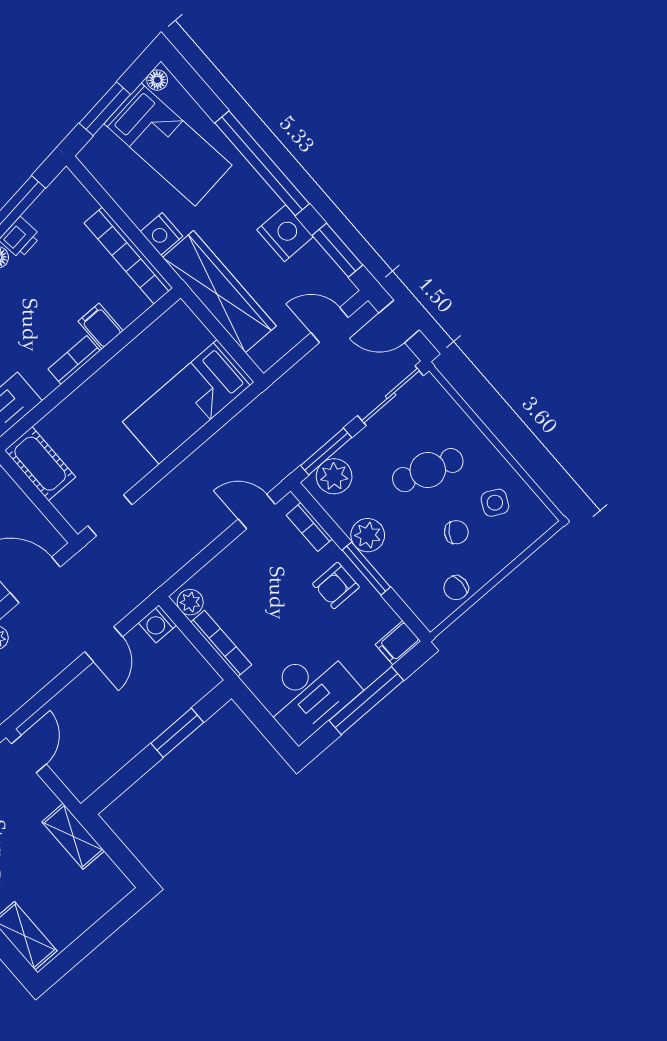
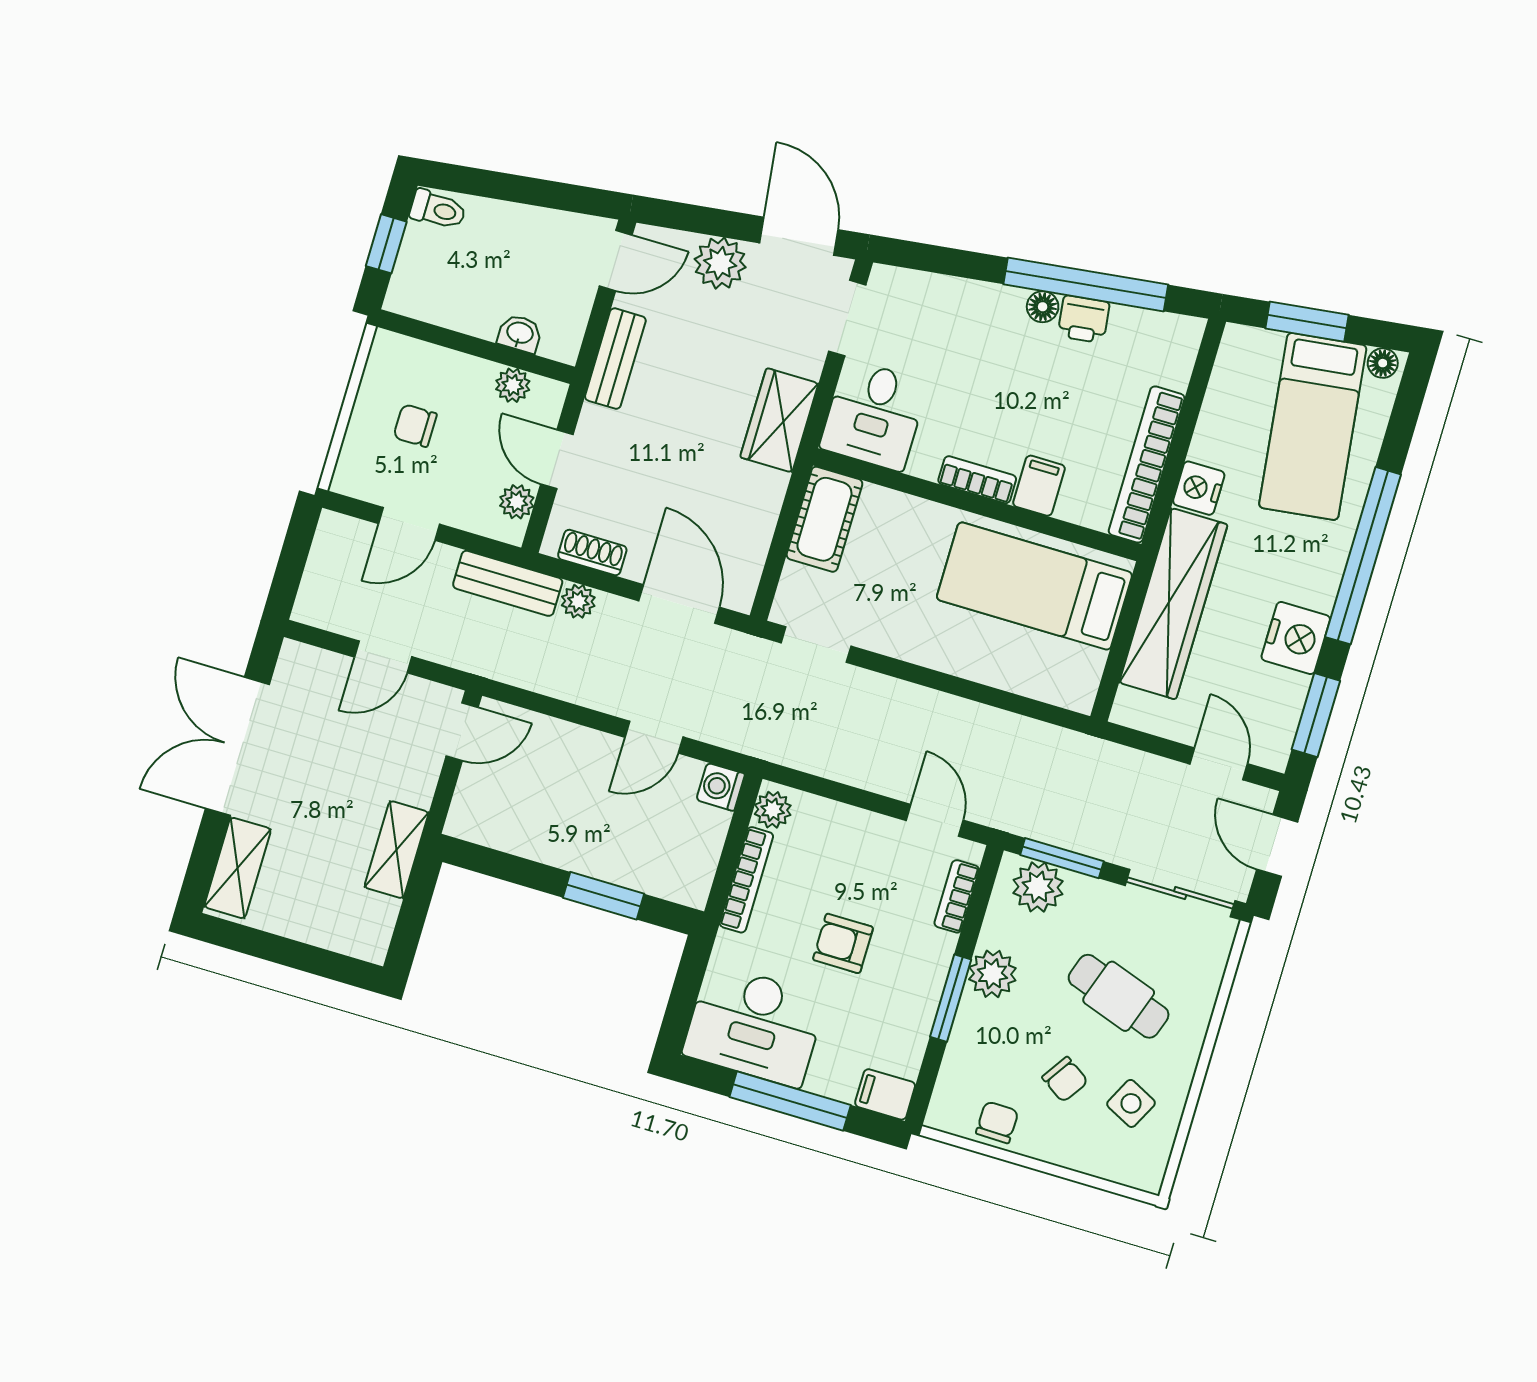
bed: (188, 402) -> (1034, 586), moved
armchair: (336, 586) -> (843, 943), moved
chair: (456, 588) -> (997, 1122), turned 91

